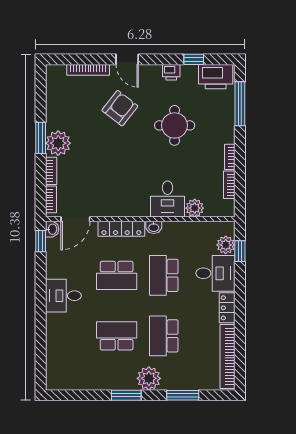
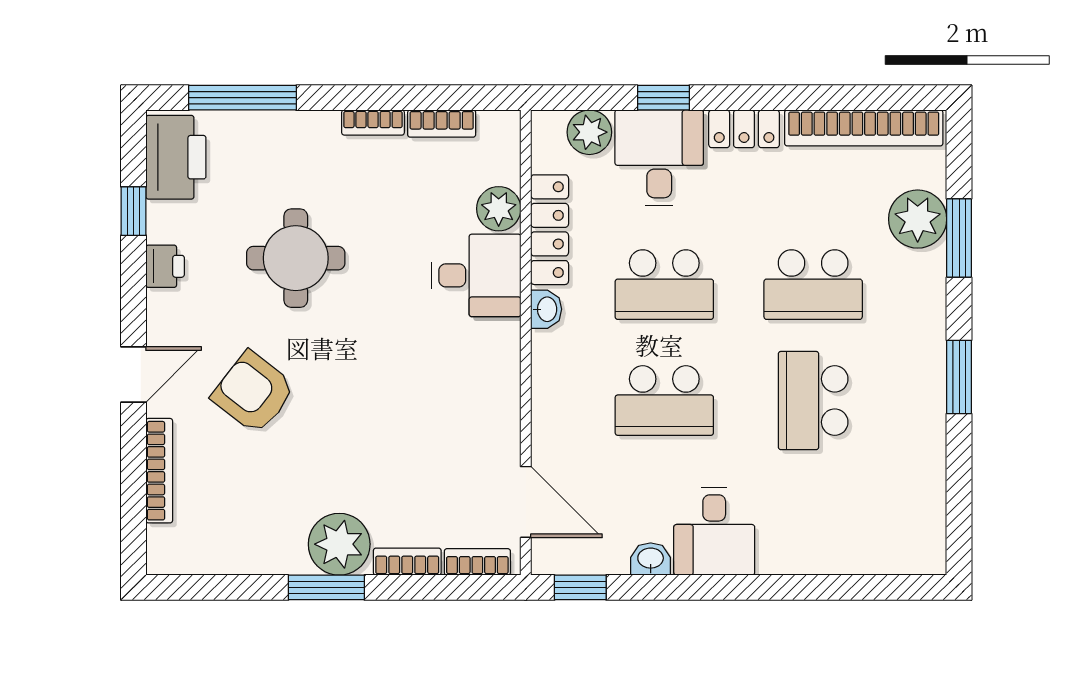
washbasin: (52, 229) -> (651, 559), moved
locker: (121, 229) -> (550, 230), moved
window: (240, 251) -> (663, 98), moved
school desk: (117, 275) -> (664, 401), turned 90
plant: (149, 378) -> (918, 219), moved

